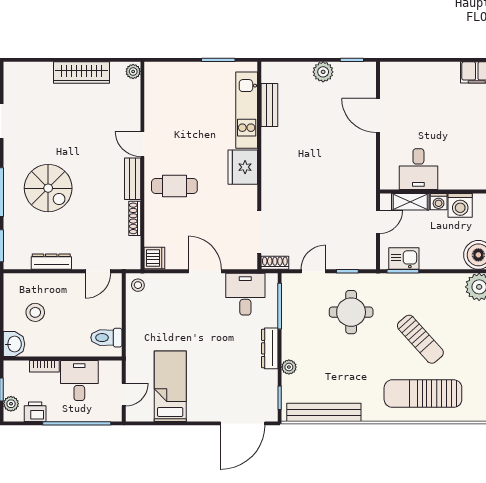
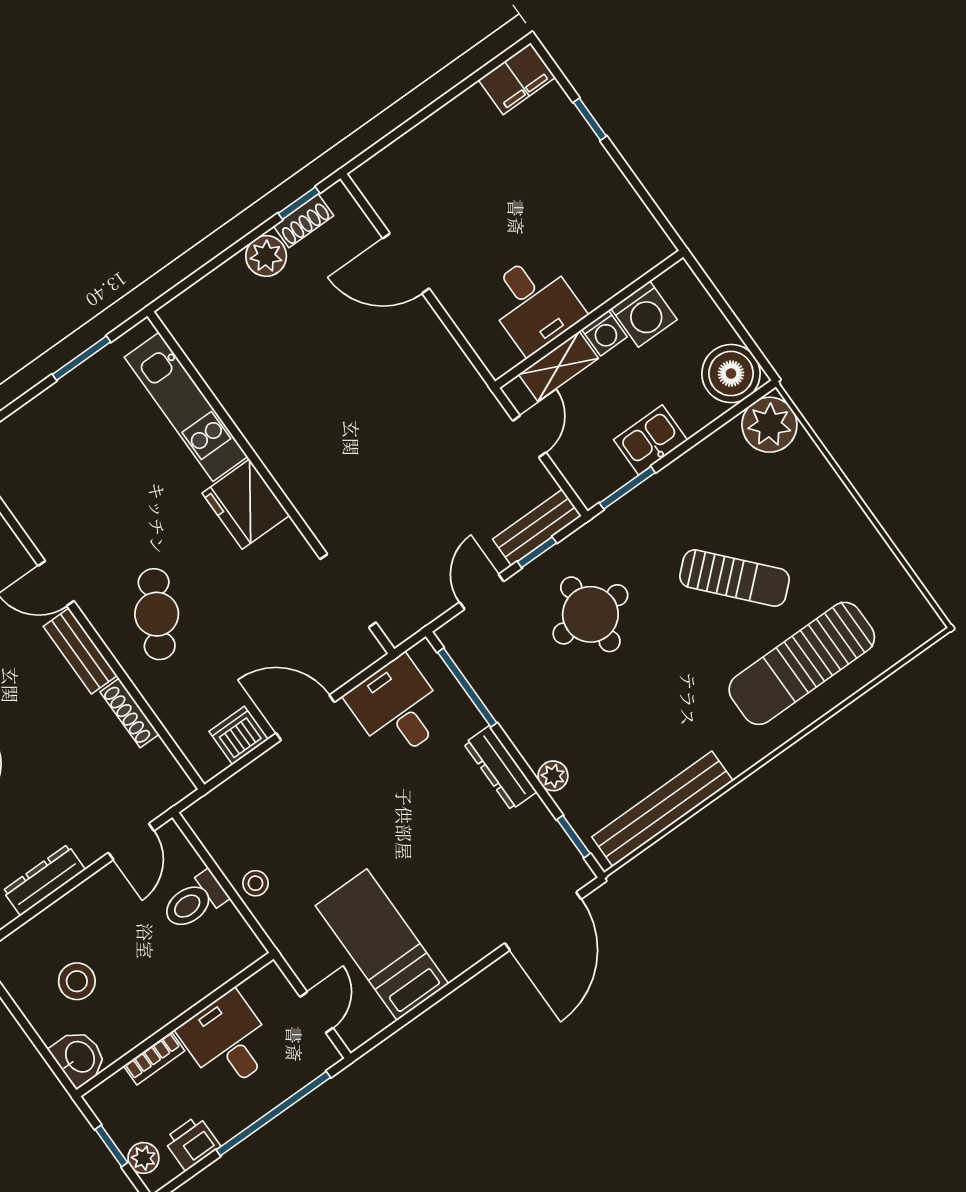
bench: (269, 105) -> (537, 528), moved, turned 90
cafe table: (174, 186) -> (157, 614), turned -60
dishwasher: (154, 258) -> (239, 735), moved, turned -90
kitchen sink: (404, 259) -> (650, 440), moved
shoe rack: (275, 263) -> (304, 221), moved, turned 180
stool: (138, 285) -> (255, 883), moved
toilet: (106, 338) -> (194, 901), moved

